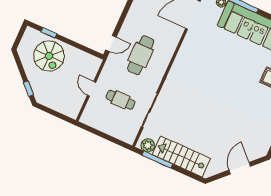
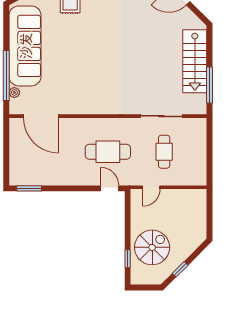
window: (29, 89) -> (180, 269), moved
door: (92, 89) -> (151, 187), moved
plant: (148, 145) -> (199, 102), removed

